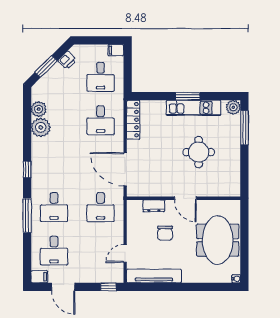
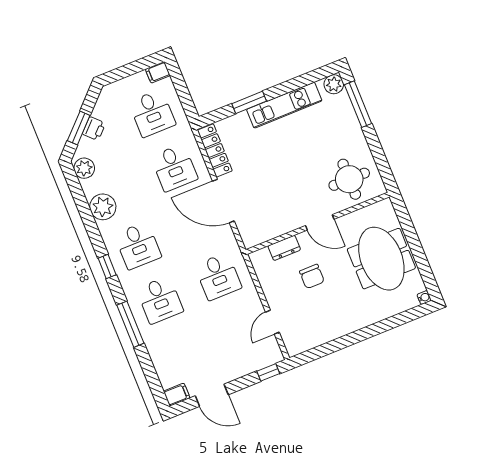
printer: (67, 60) -> (94, 129), moved
window: (188, 96) -> (249, 102), moved
plant: (39, 109) -> (84, 168), moved
round table: (199, 152) -> (349, 179), moved
door: (125, 169) -> (223, 201), moved
desk: (54, 251) -> (138, 246), moved
tv unit: (154, 276) -> (320, 336), removed

